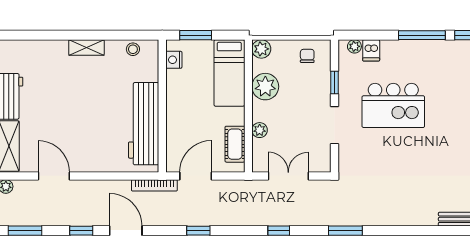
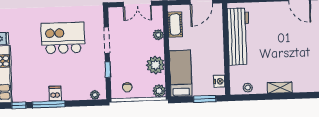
dishwasher: (371, 50) -> (55, 94), moved
kitchen island: (393, 105) -> (63, 38), moved

